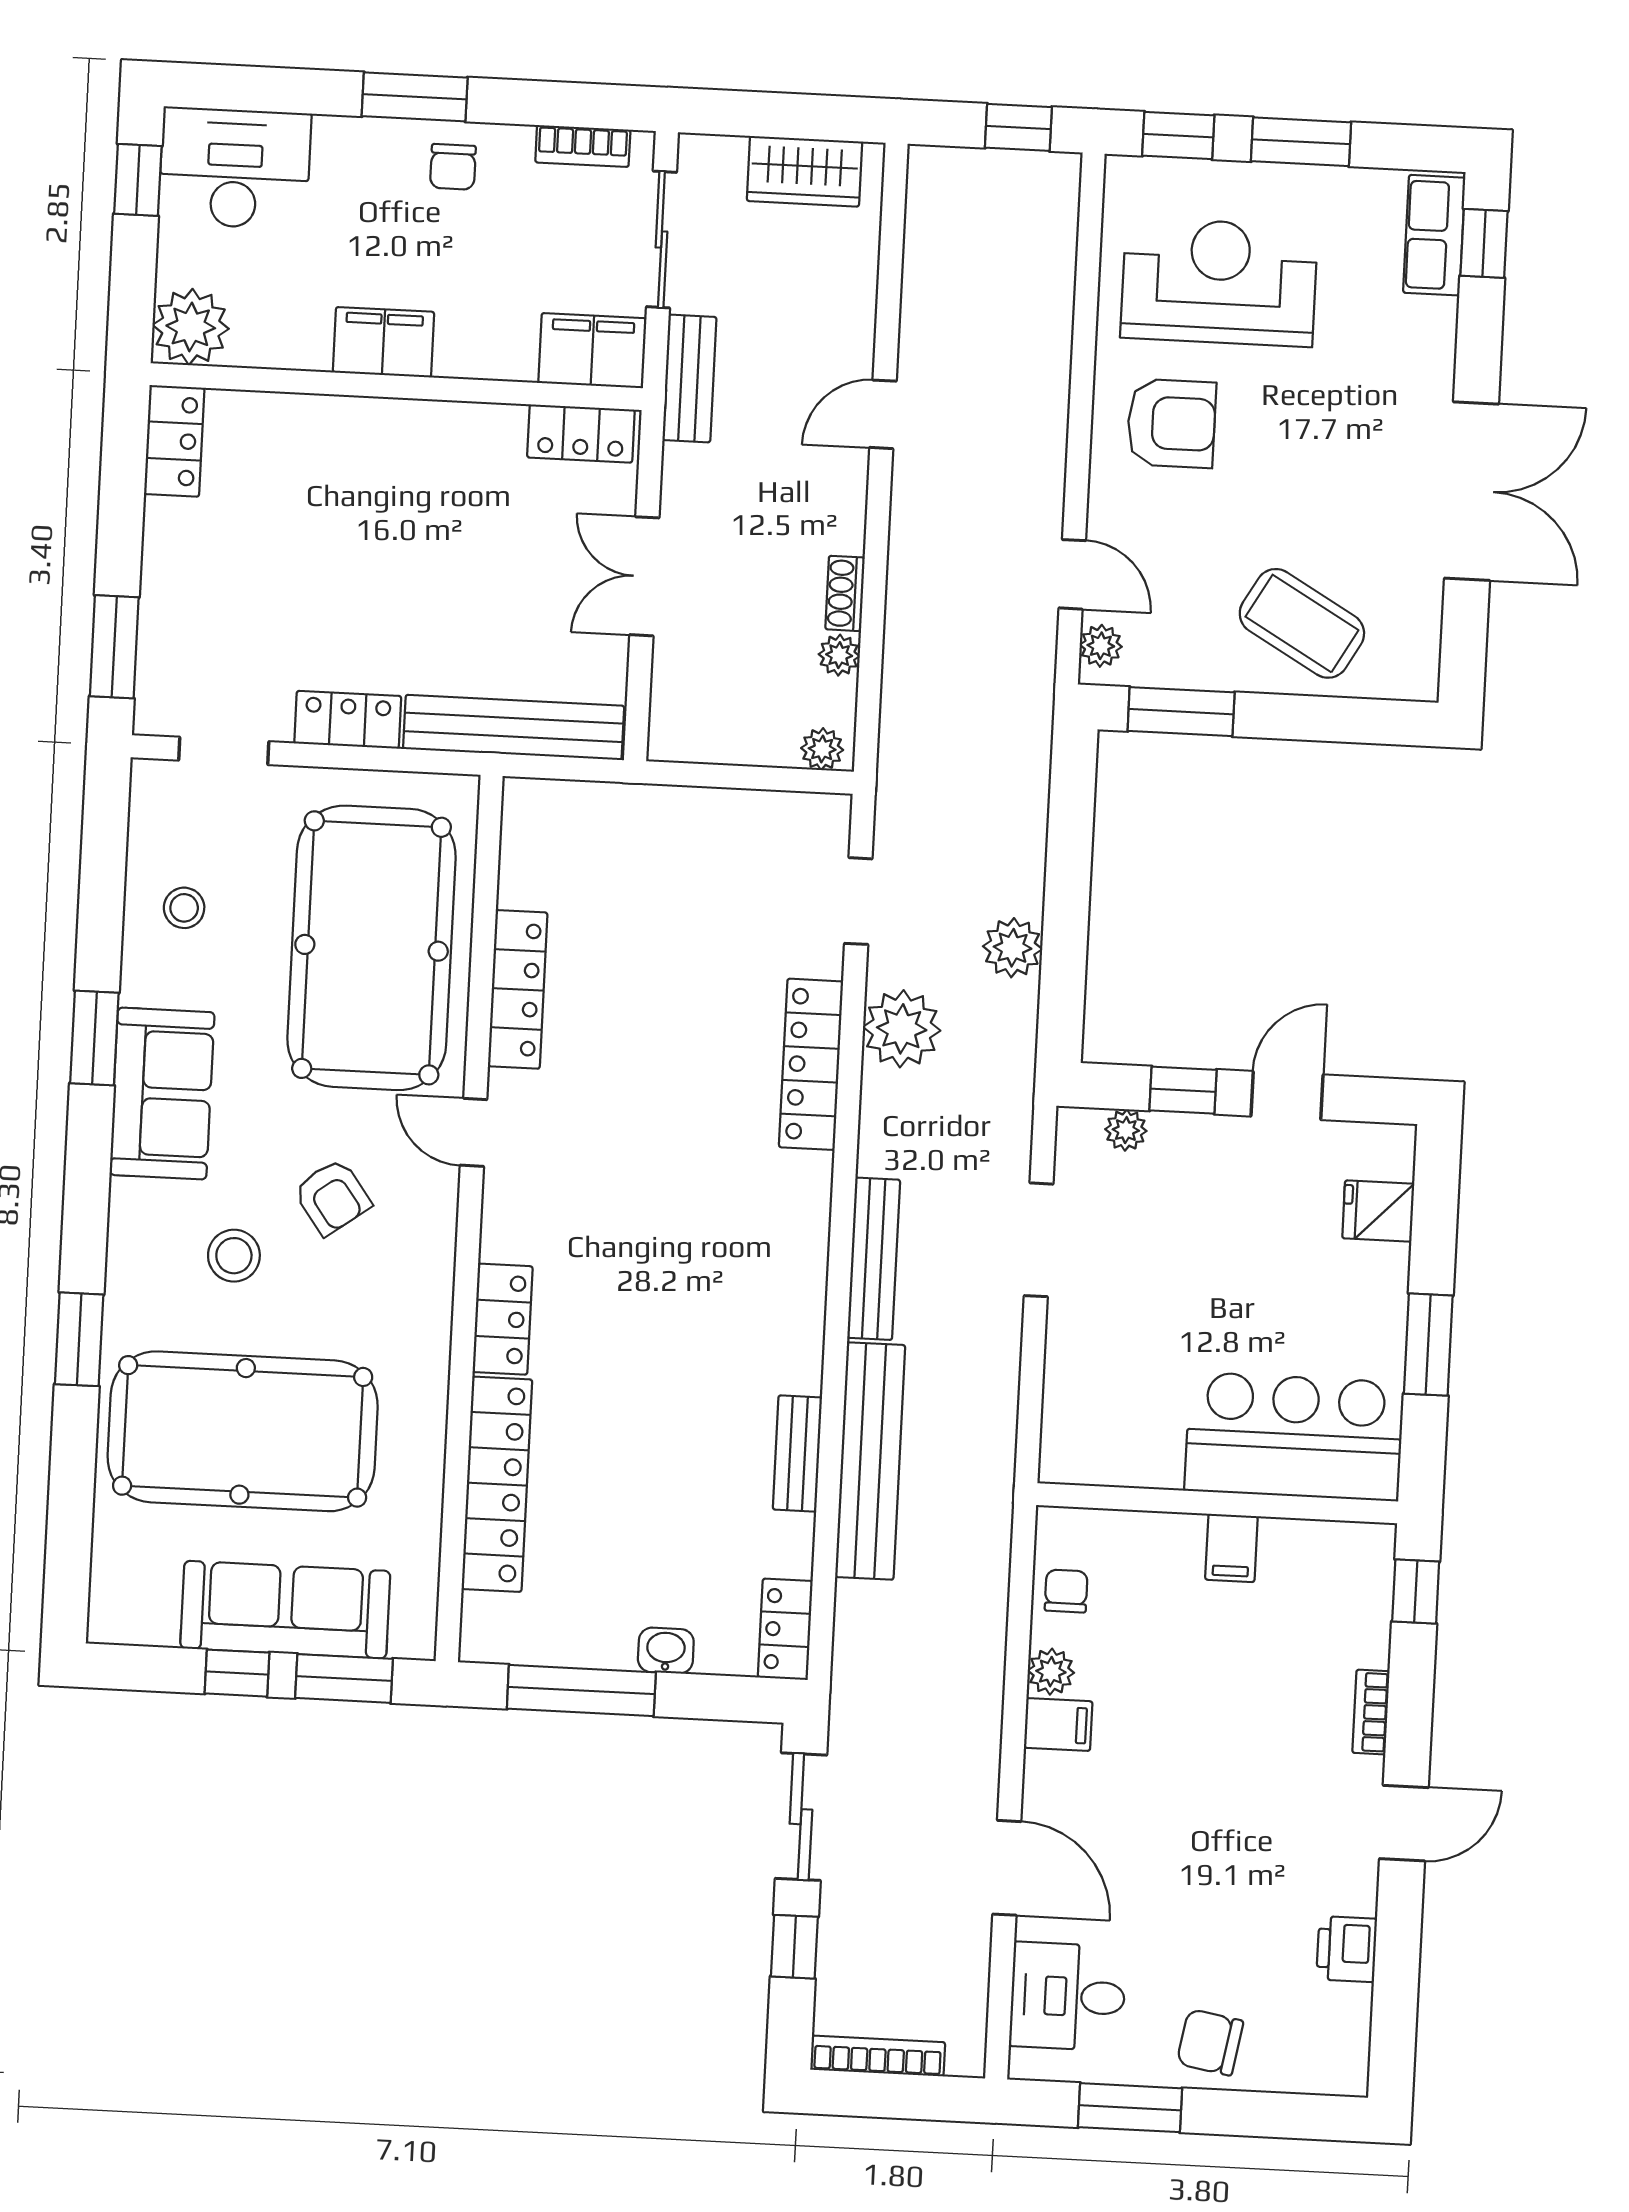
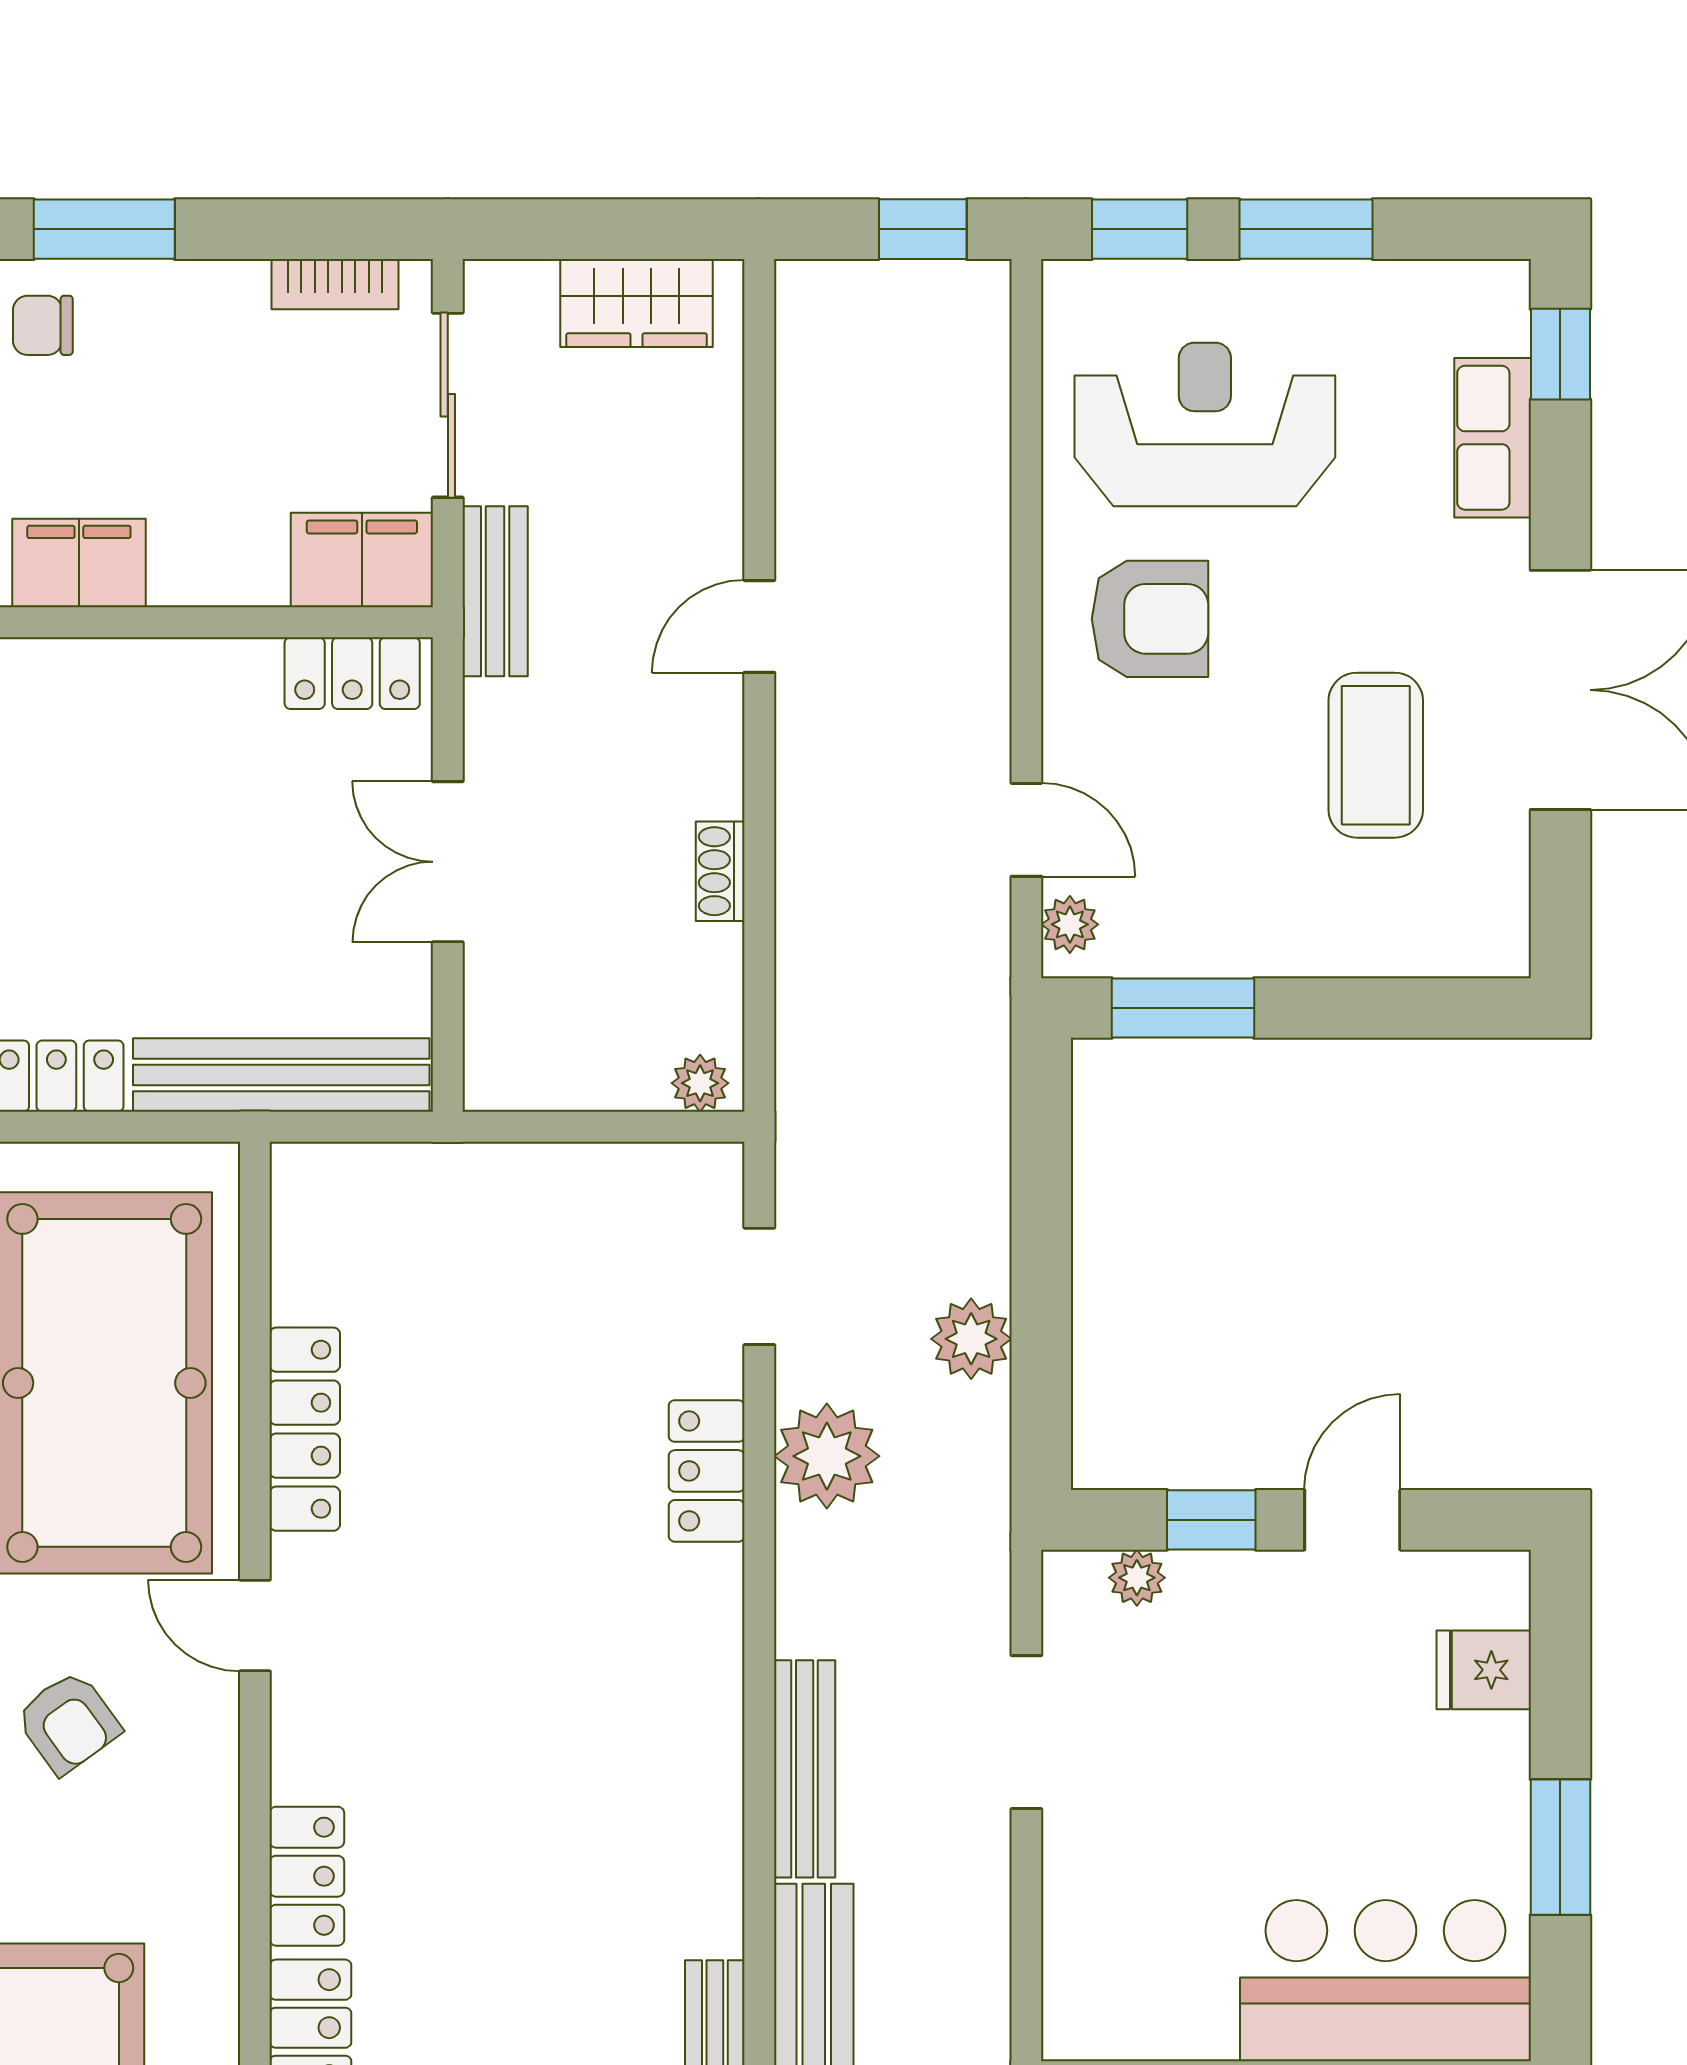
chair: (453, 167) -> (43, 325), moved, turned 90
row of seats: (1434, 235) -> (1493, 438), moved
coffee table: (1302, 623) -> (1376, 755), moved, turned 60
plant: (839, 655) -> (717, 955), removed
locker: (811, 1064) -> (707, 1471), width x0.66

